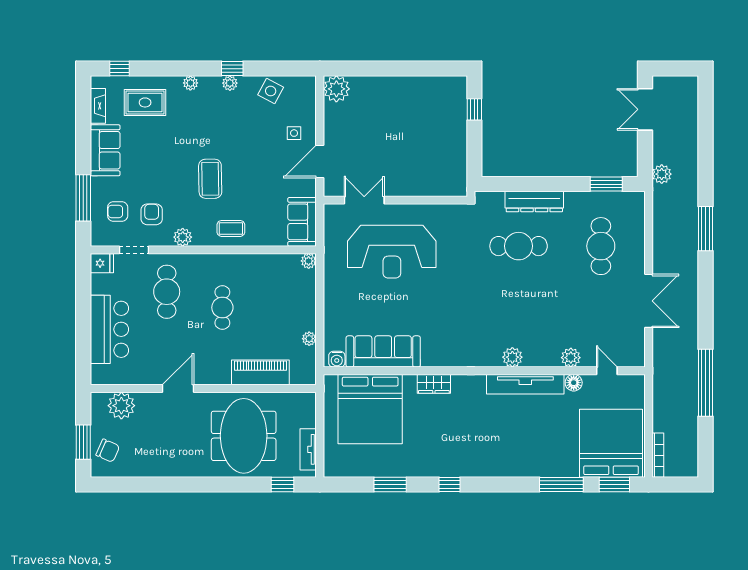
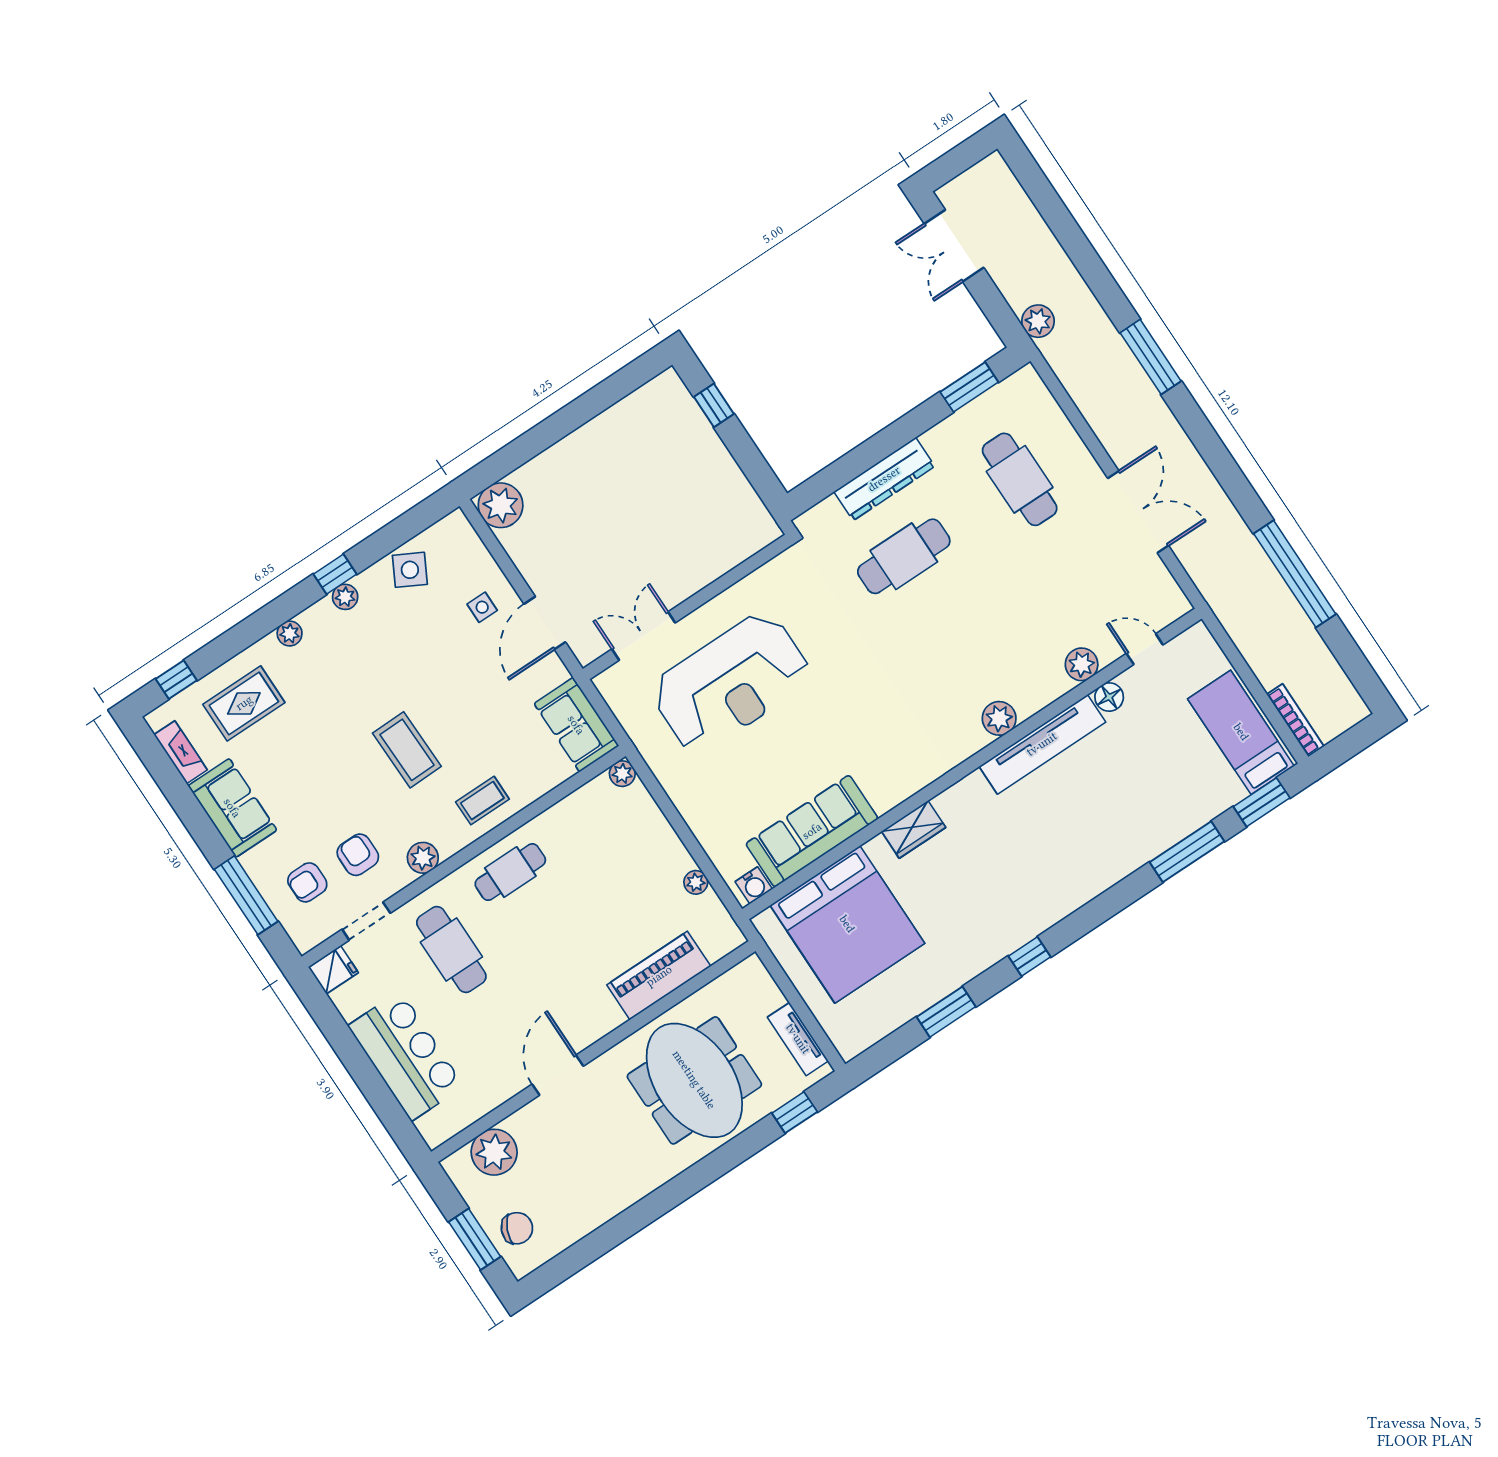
cafe table: (222, 308) -> (510, 872), moved, turned 90
bed: (611, 443) -> (1241, 732), width x0.49

